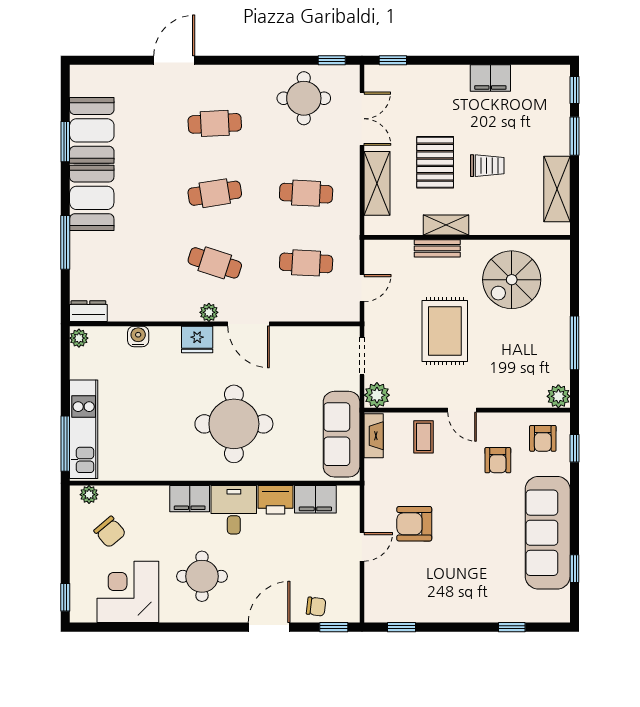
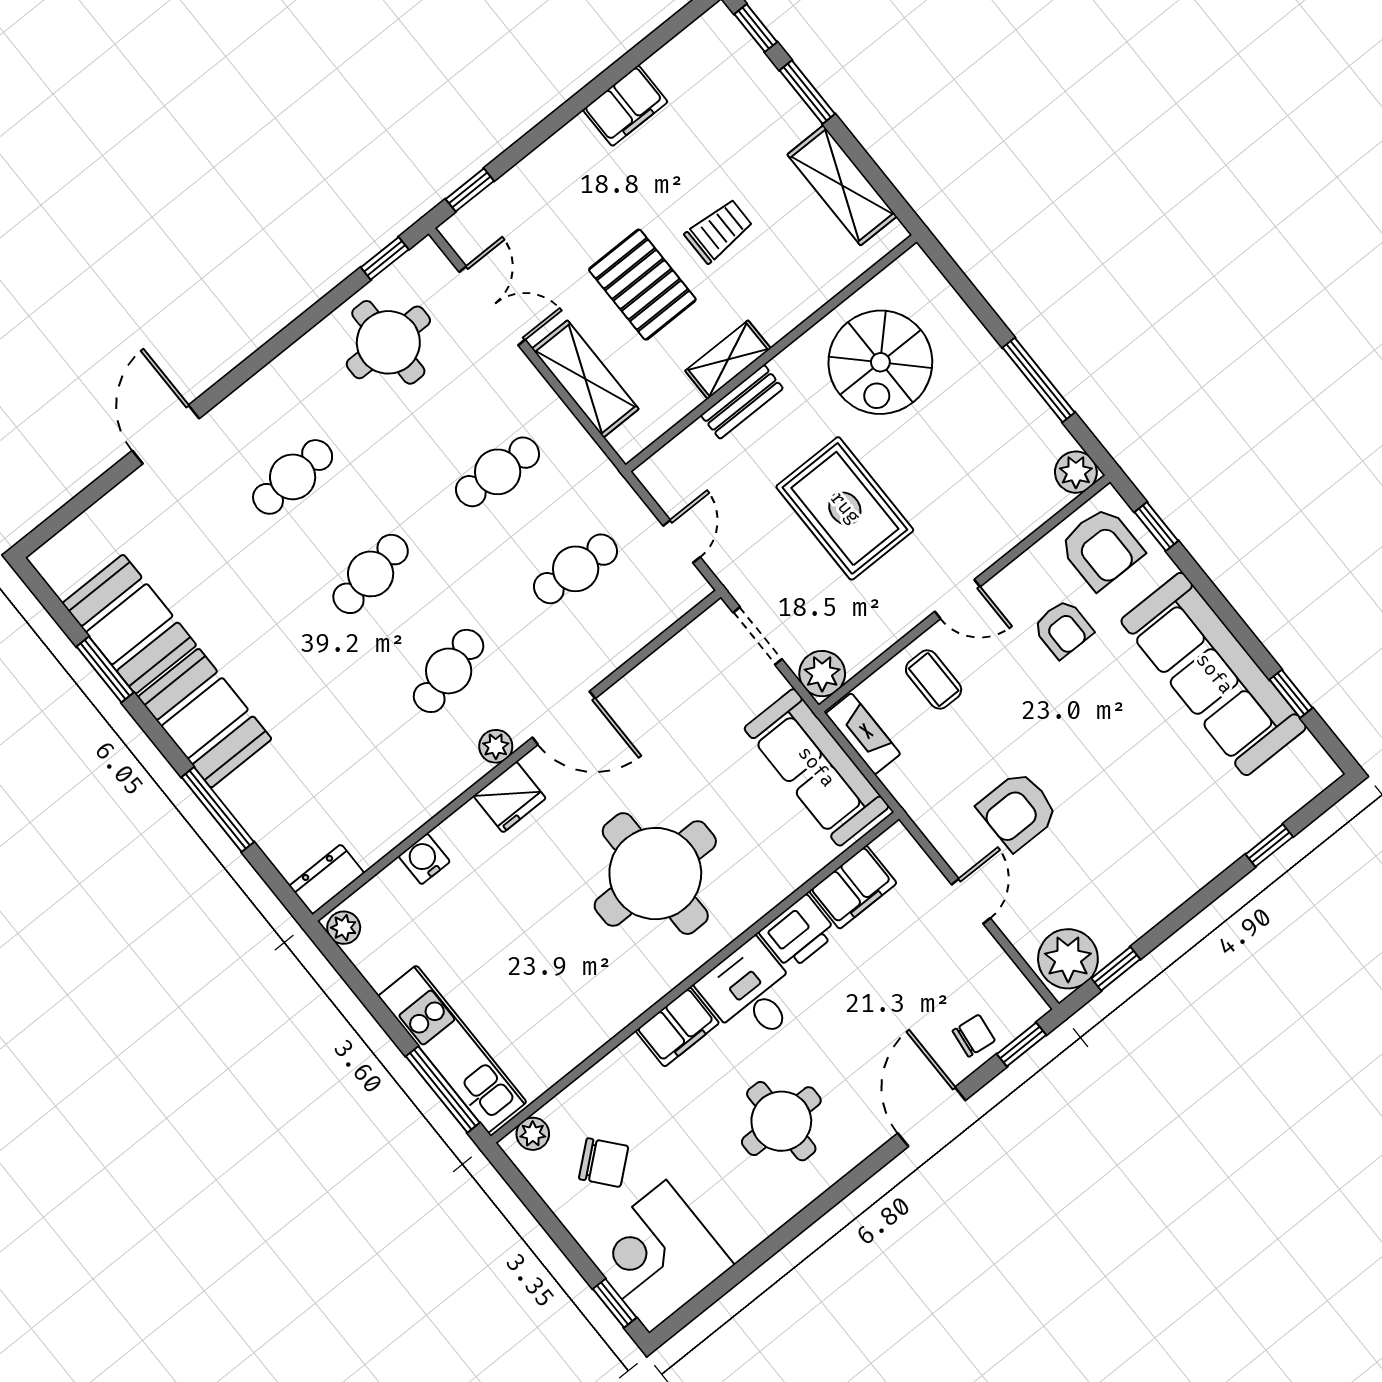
cafe table: (215, 263) -> (449, 671), turned -33
armchair: (543, 438) -> (1101, 548), width x1.38, depth x1.38
corner desk: (128, 592) -> (658, 1257), moved
plant: (384, 606) -> (1068, 959), added

